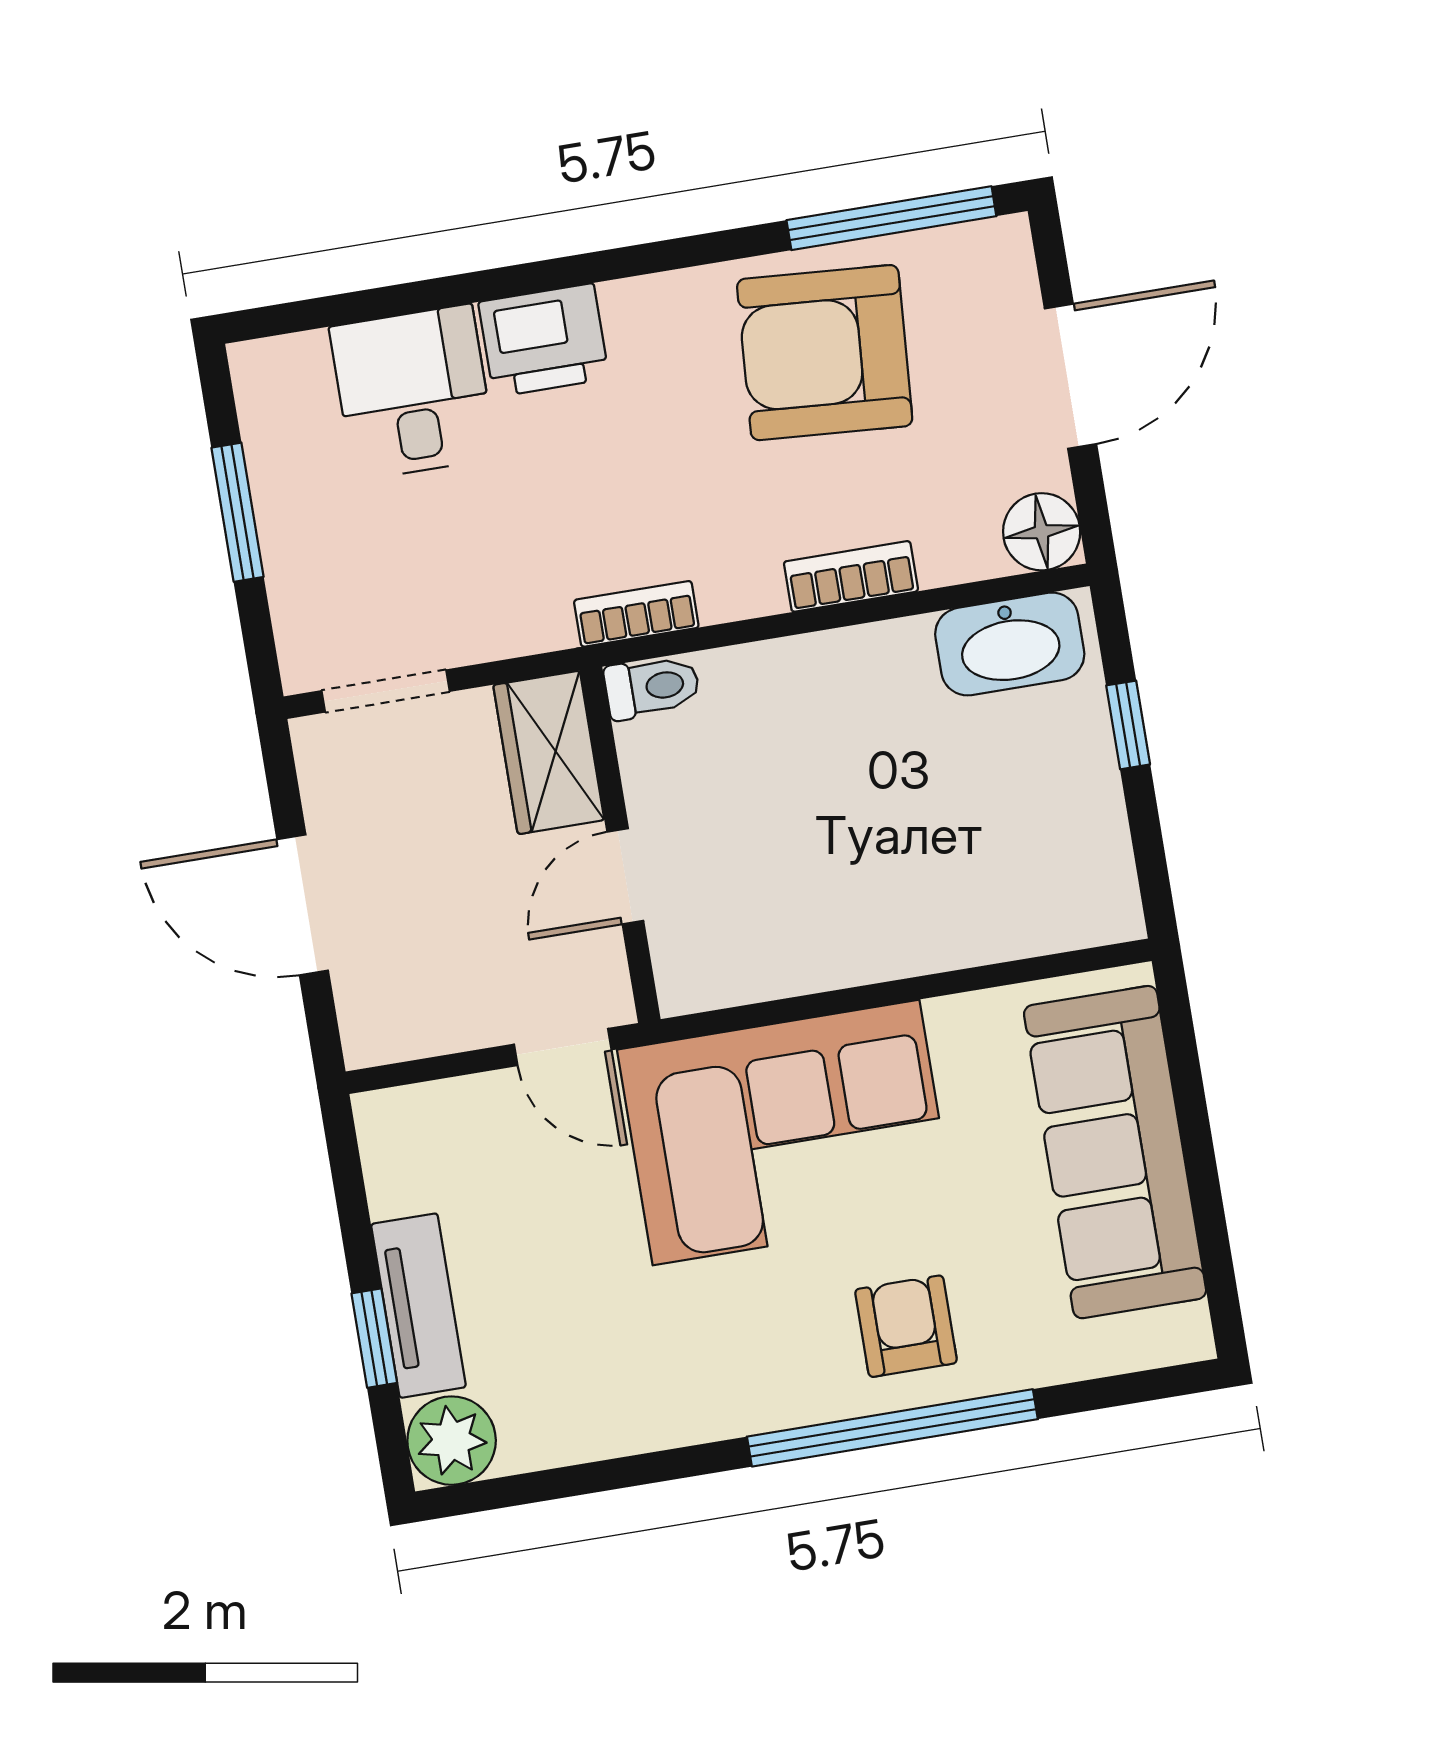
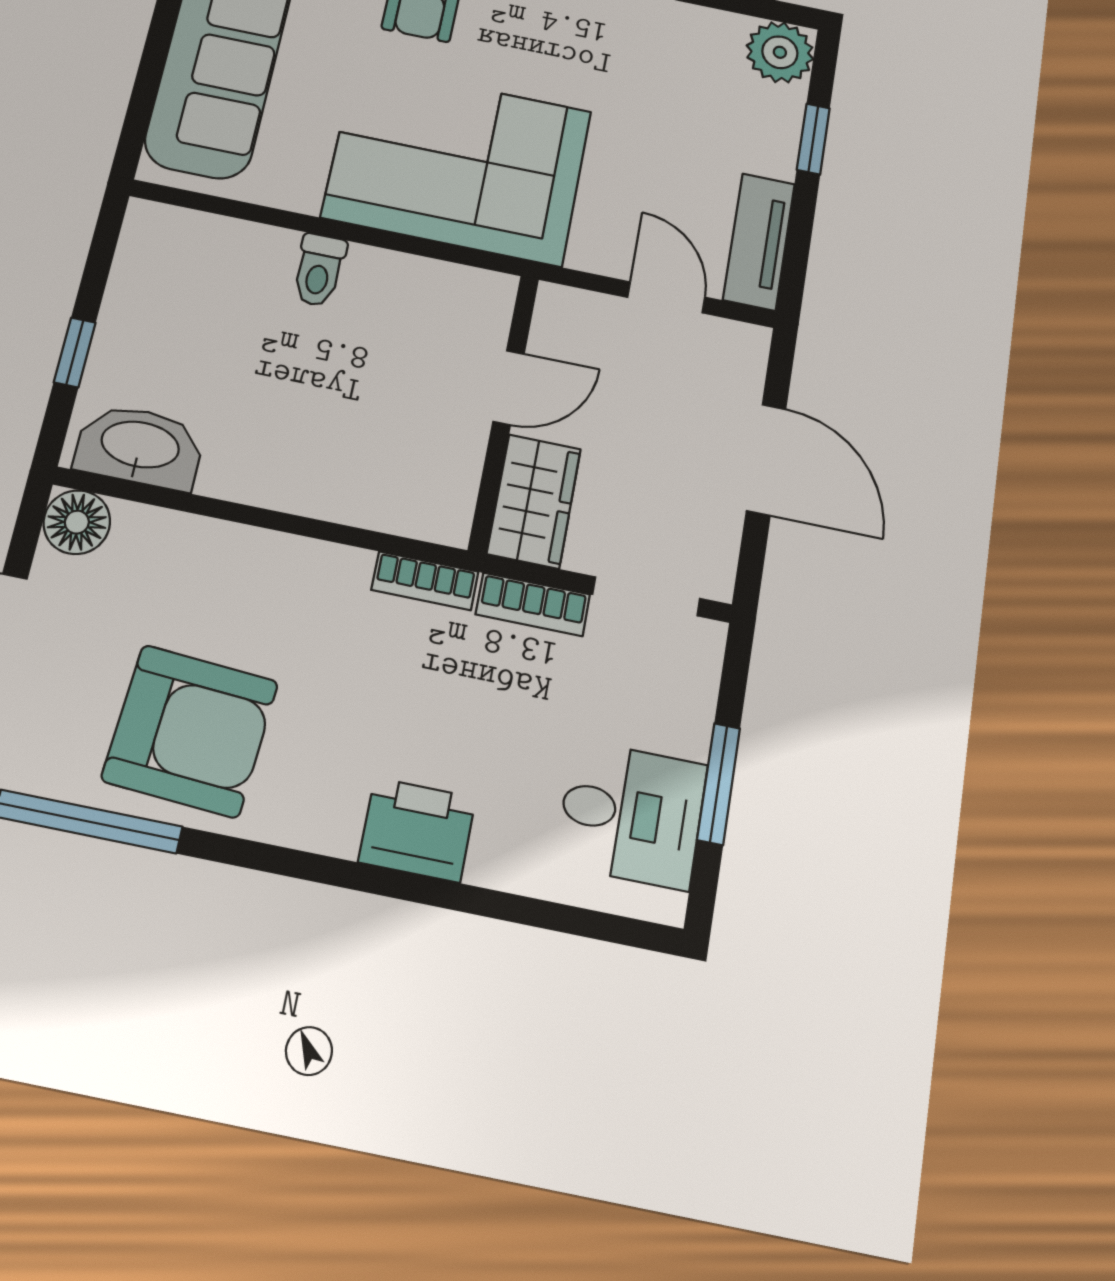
desk: (413, 392) -> (631, 814), moved, turned -90
bookcase: (851, 576) -> (533, 604), moved
toilet: (652, 687) -> (319, 270), moved, turned -90
door: (563, 1047) -> (666, 297), moved
tv unit: (418, 1306) -> (759, 242), moved

